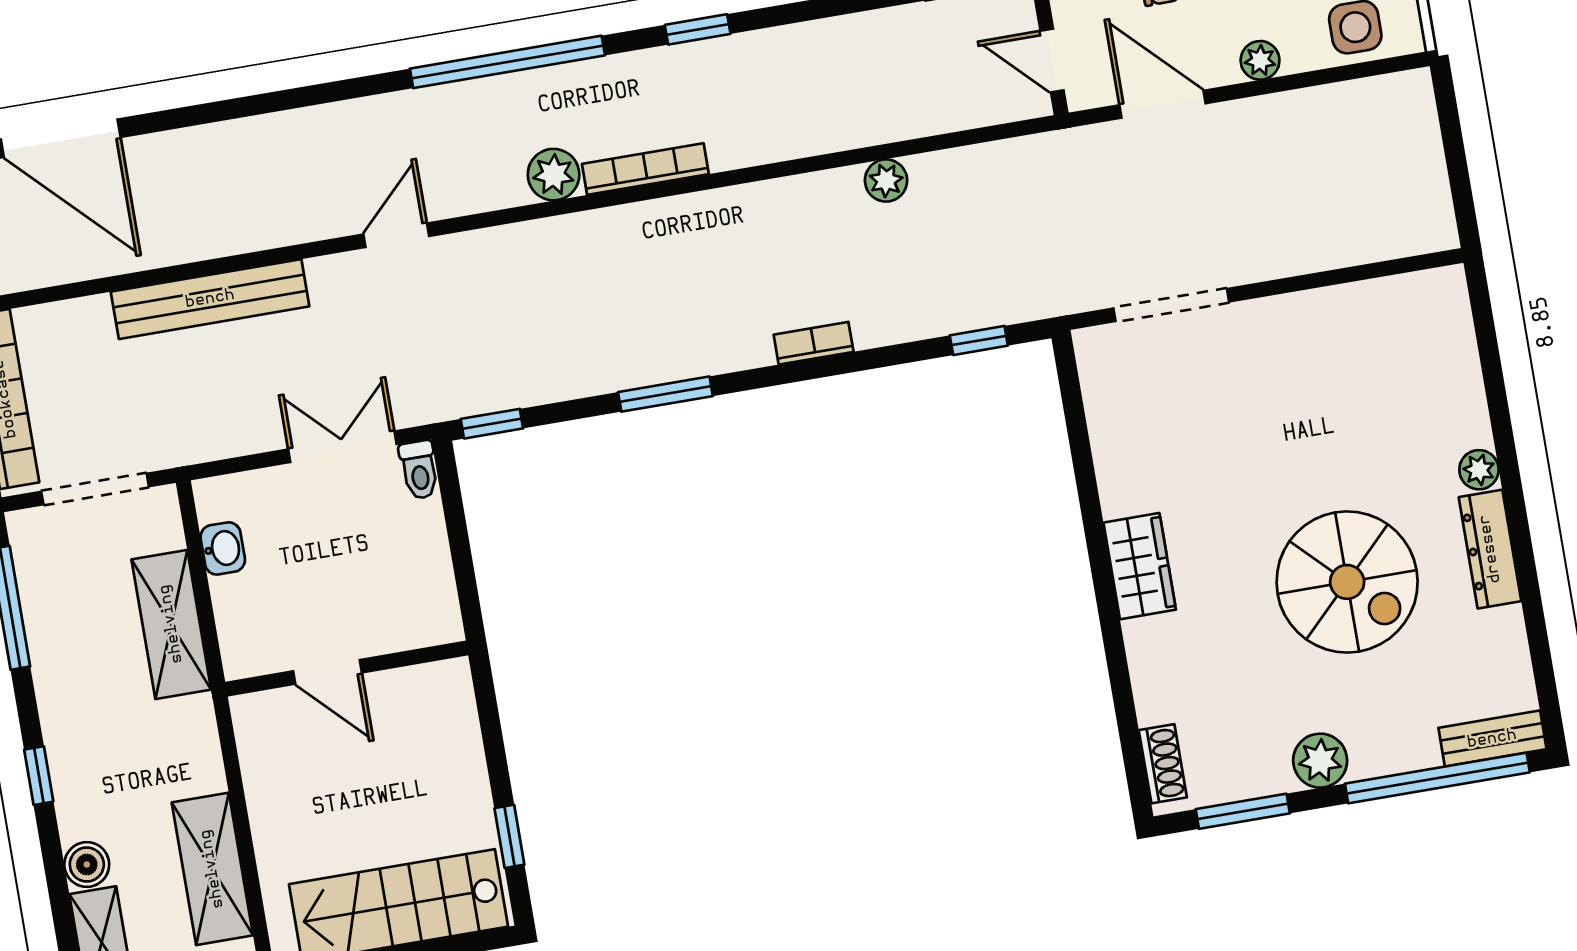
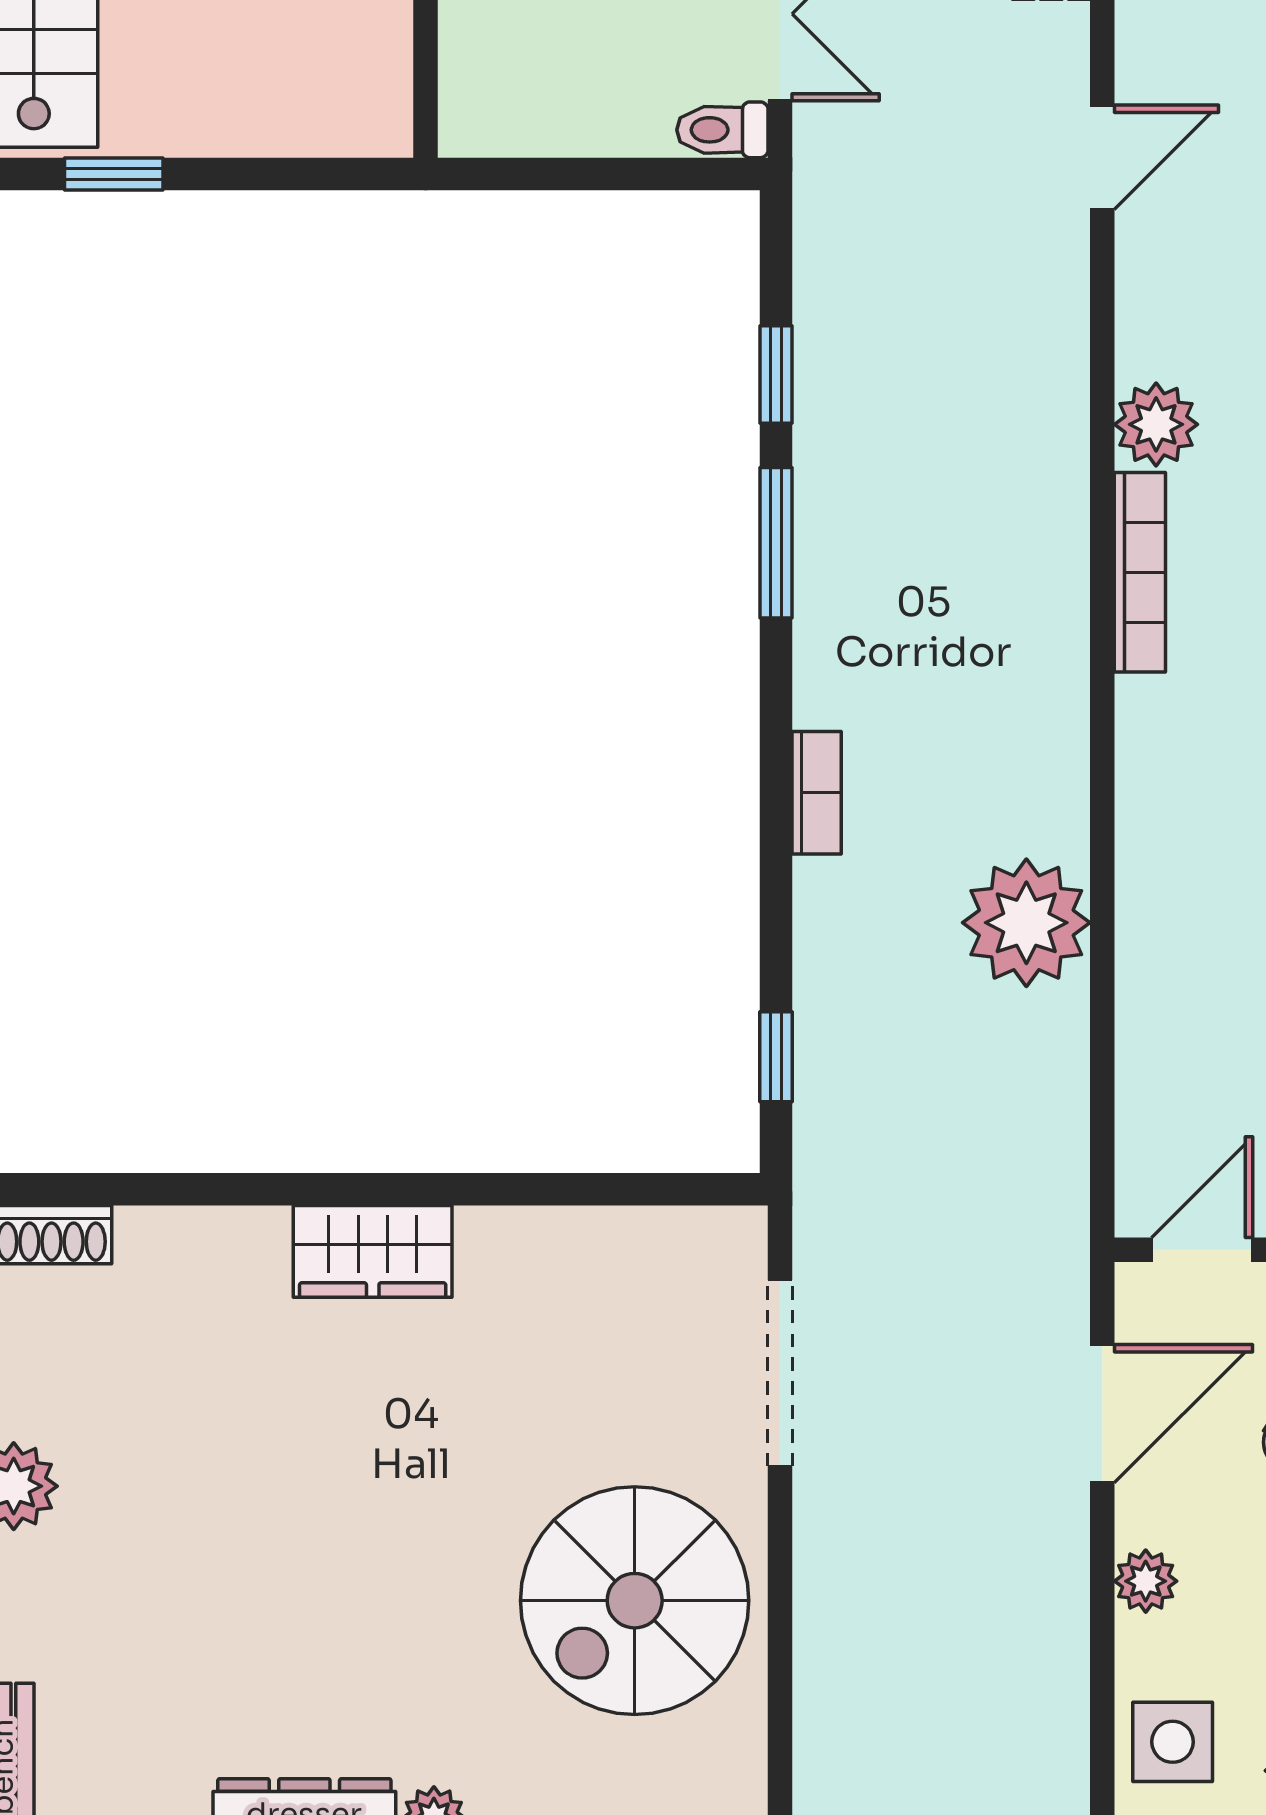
plant: (886, 180) -> (1026, 923), width x1.87, depth x1.87
door: (396, 235) -> (1102, 157), hinge flipped
window: (492, 424) -> (776, 375), moved
spiral stairs: (1347, 582) -> (635, 1601), moved

